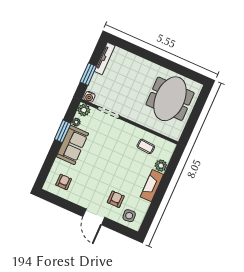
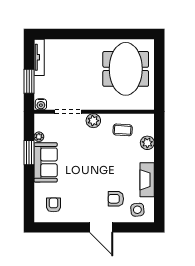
plant: (84, 110) -> (93, 121), moved
fireplace: (152, 186) -> (147, 180), moved
armchair: (116, 199) -> (116, 199), turned -90

